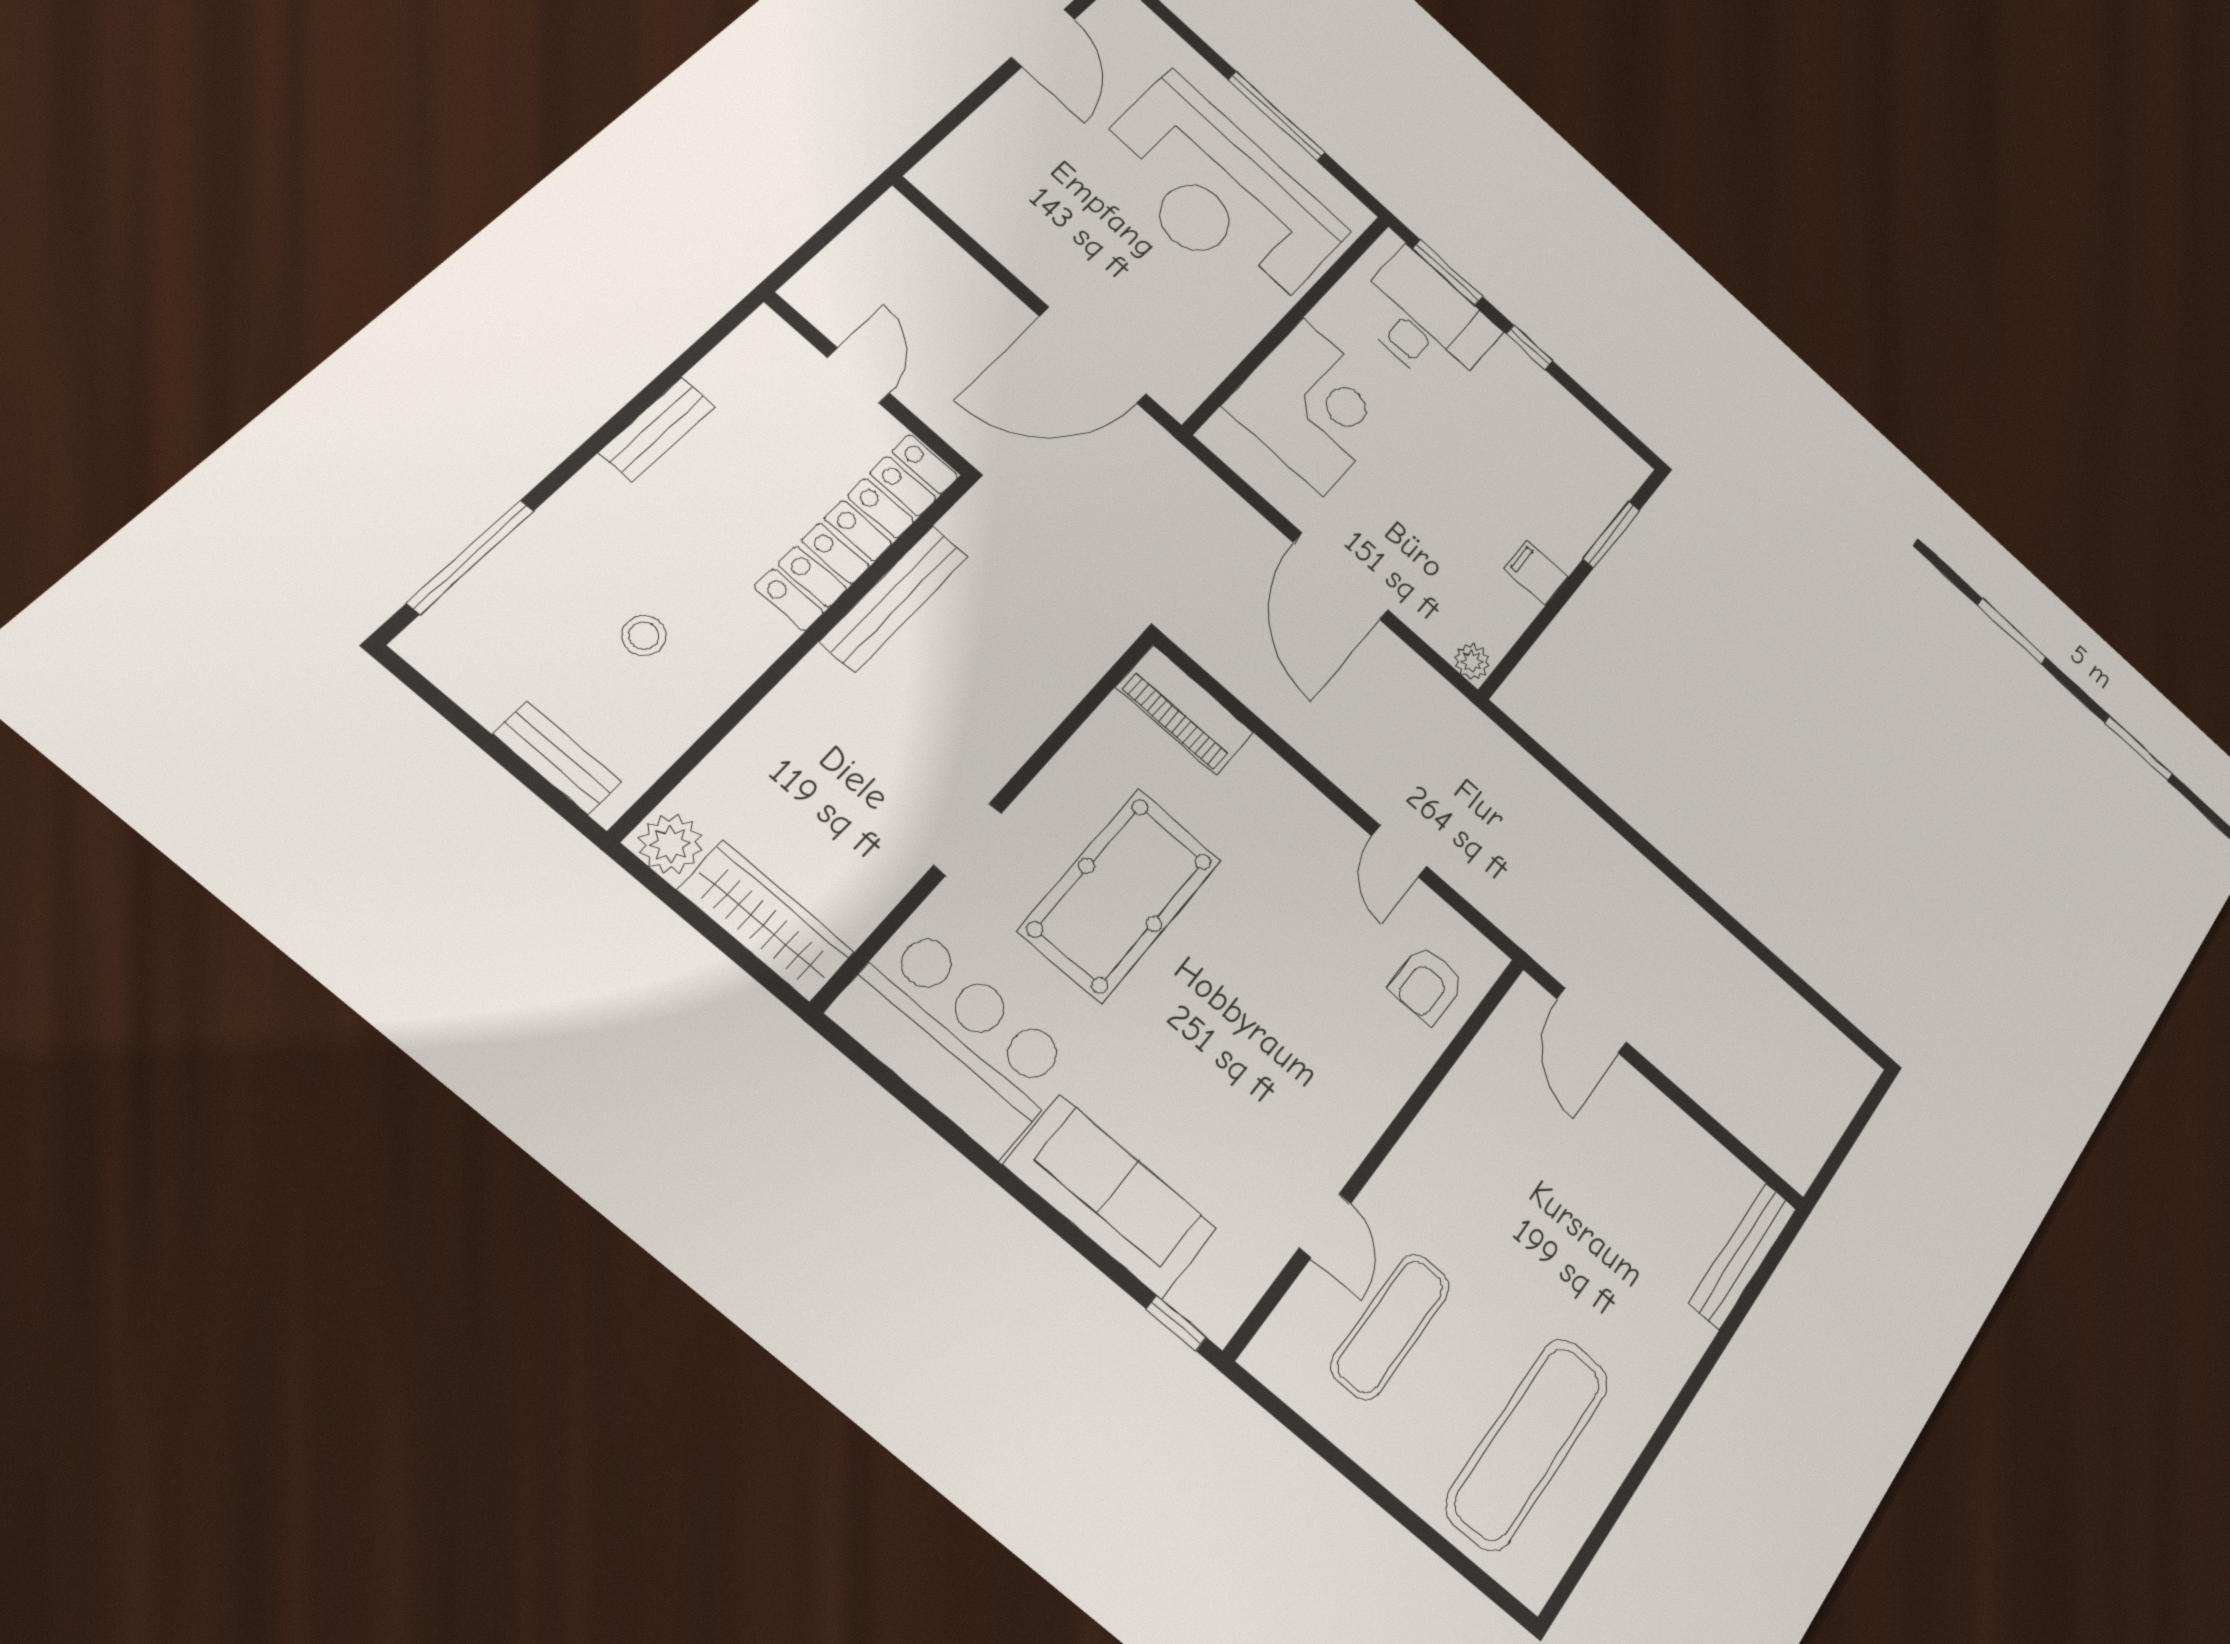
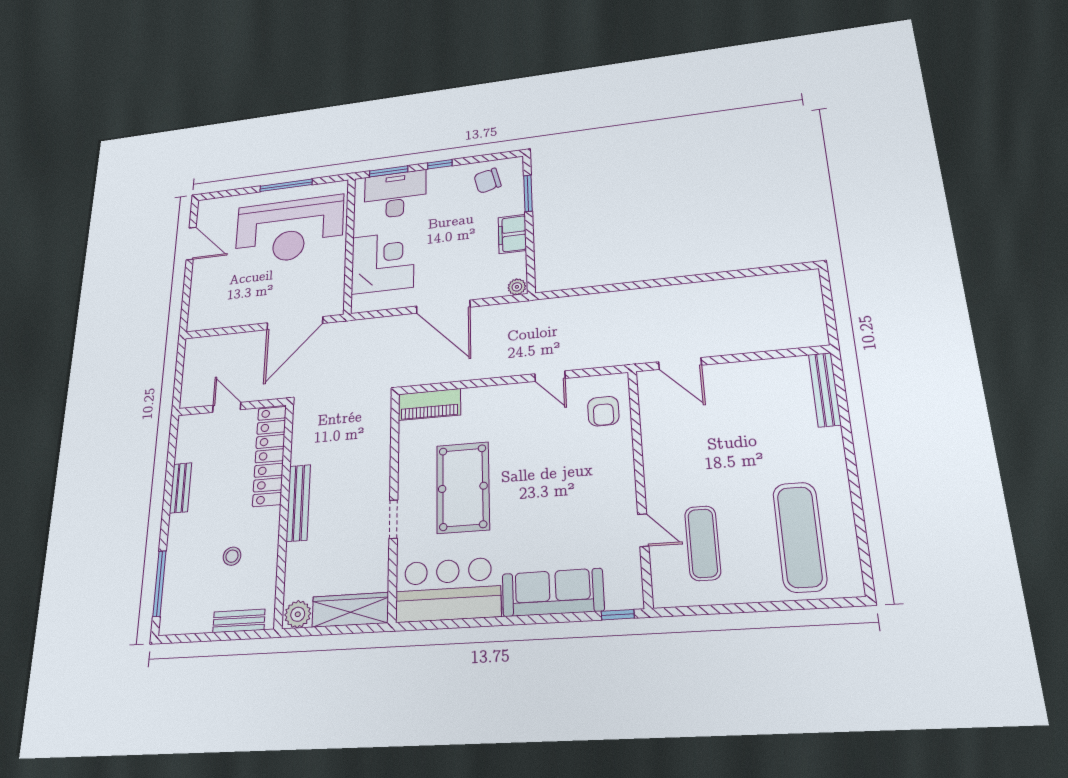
chair: (1573, 451) -> (487, 181), added
filing cabinet: (1536, 573) -> (512, 234), width x2.00
bench: (894, 599) -> (298, 503), moved

